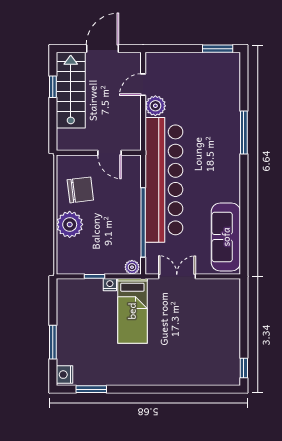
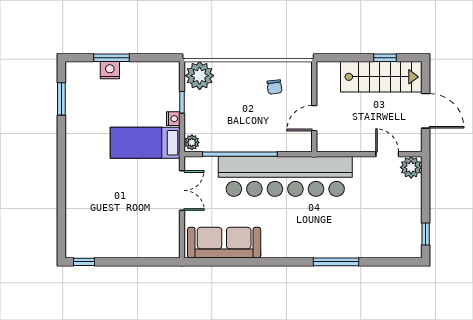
window: (218, 49) -> (426, 234), width x0.67
plant: (155, 106) -> (411, 167), moved
chair: (80, 190) -> (274, 87), width x0.54, depth x0.54
plant: (70, 224) -> (200, 76), moved
nightstand: (65, 375) -> (110, 70), moved

